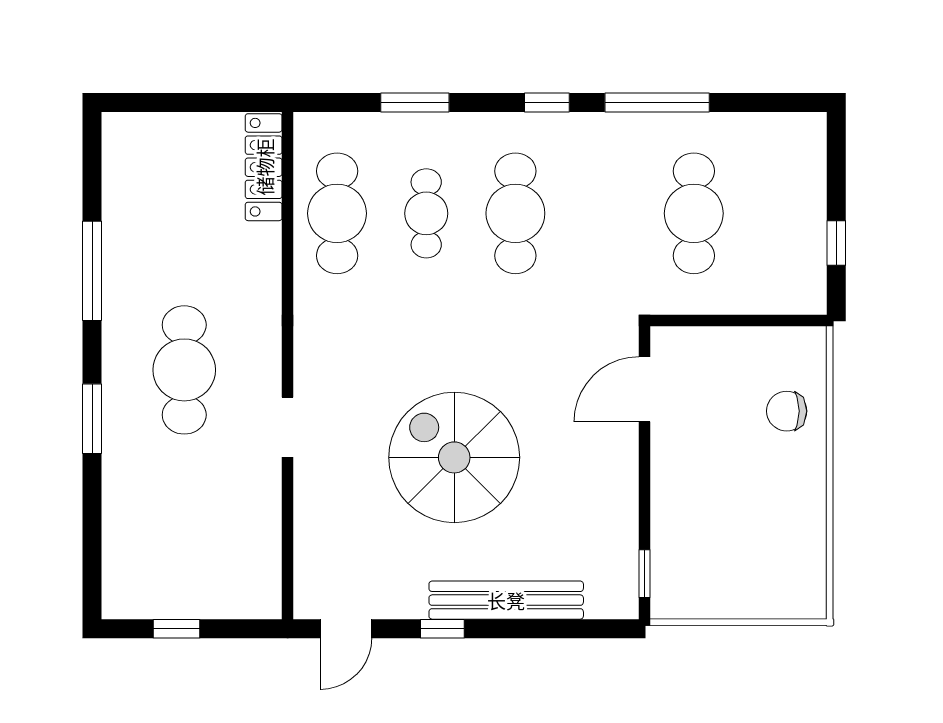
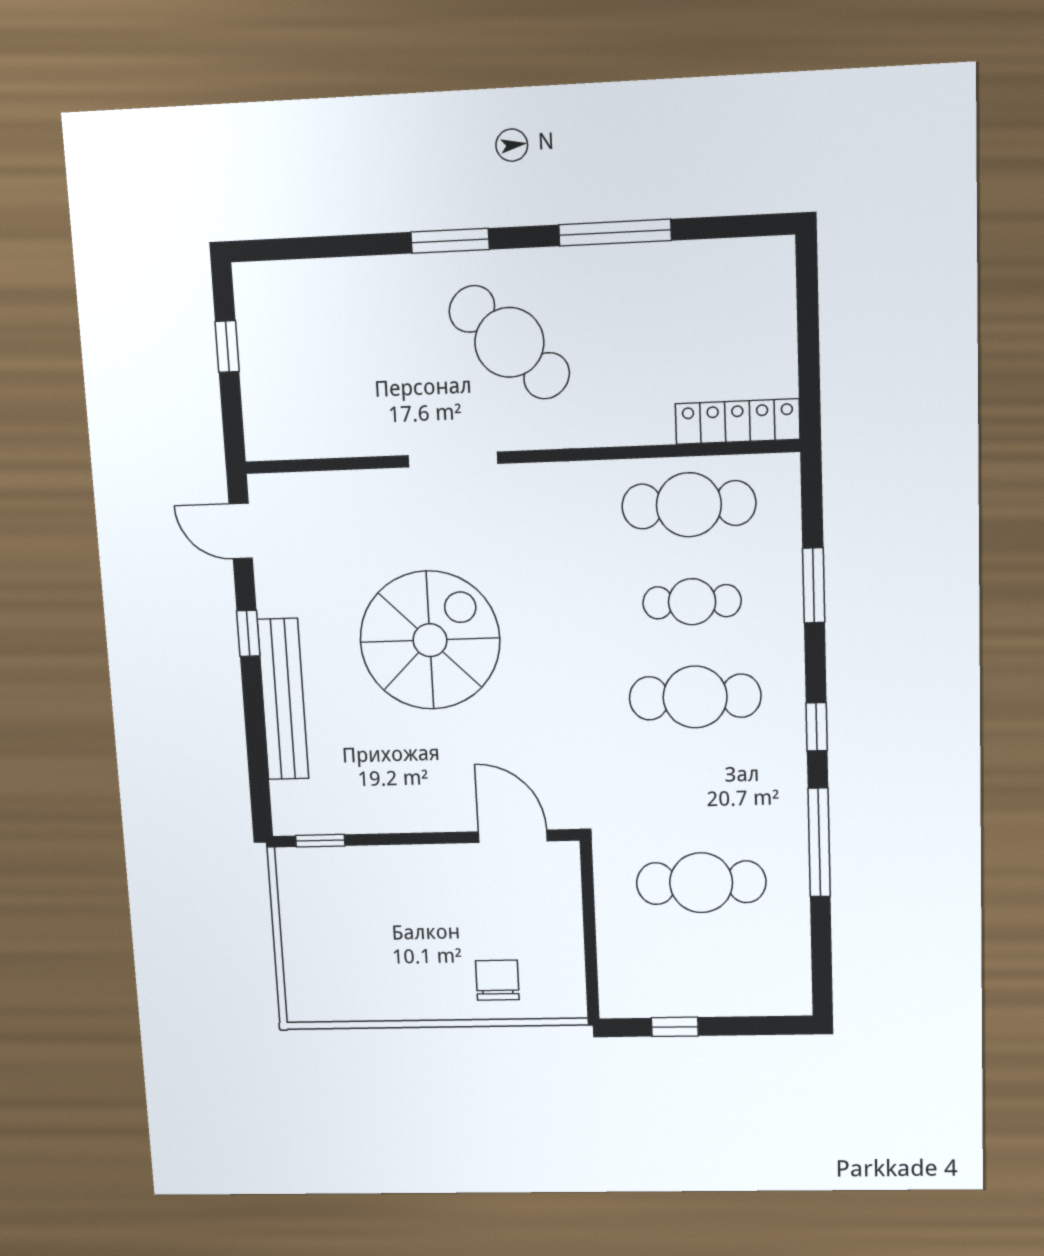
cafe table: (184, 370) -> (509, 342), turned 44
doorway: (288, 427) -> (453, 460), width x1.38

